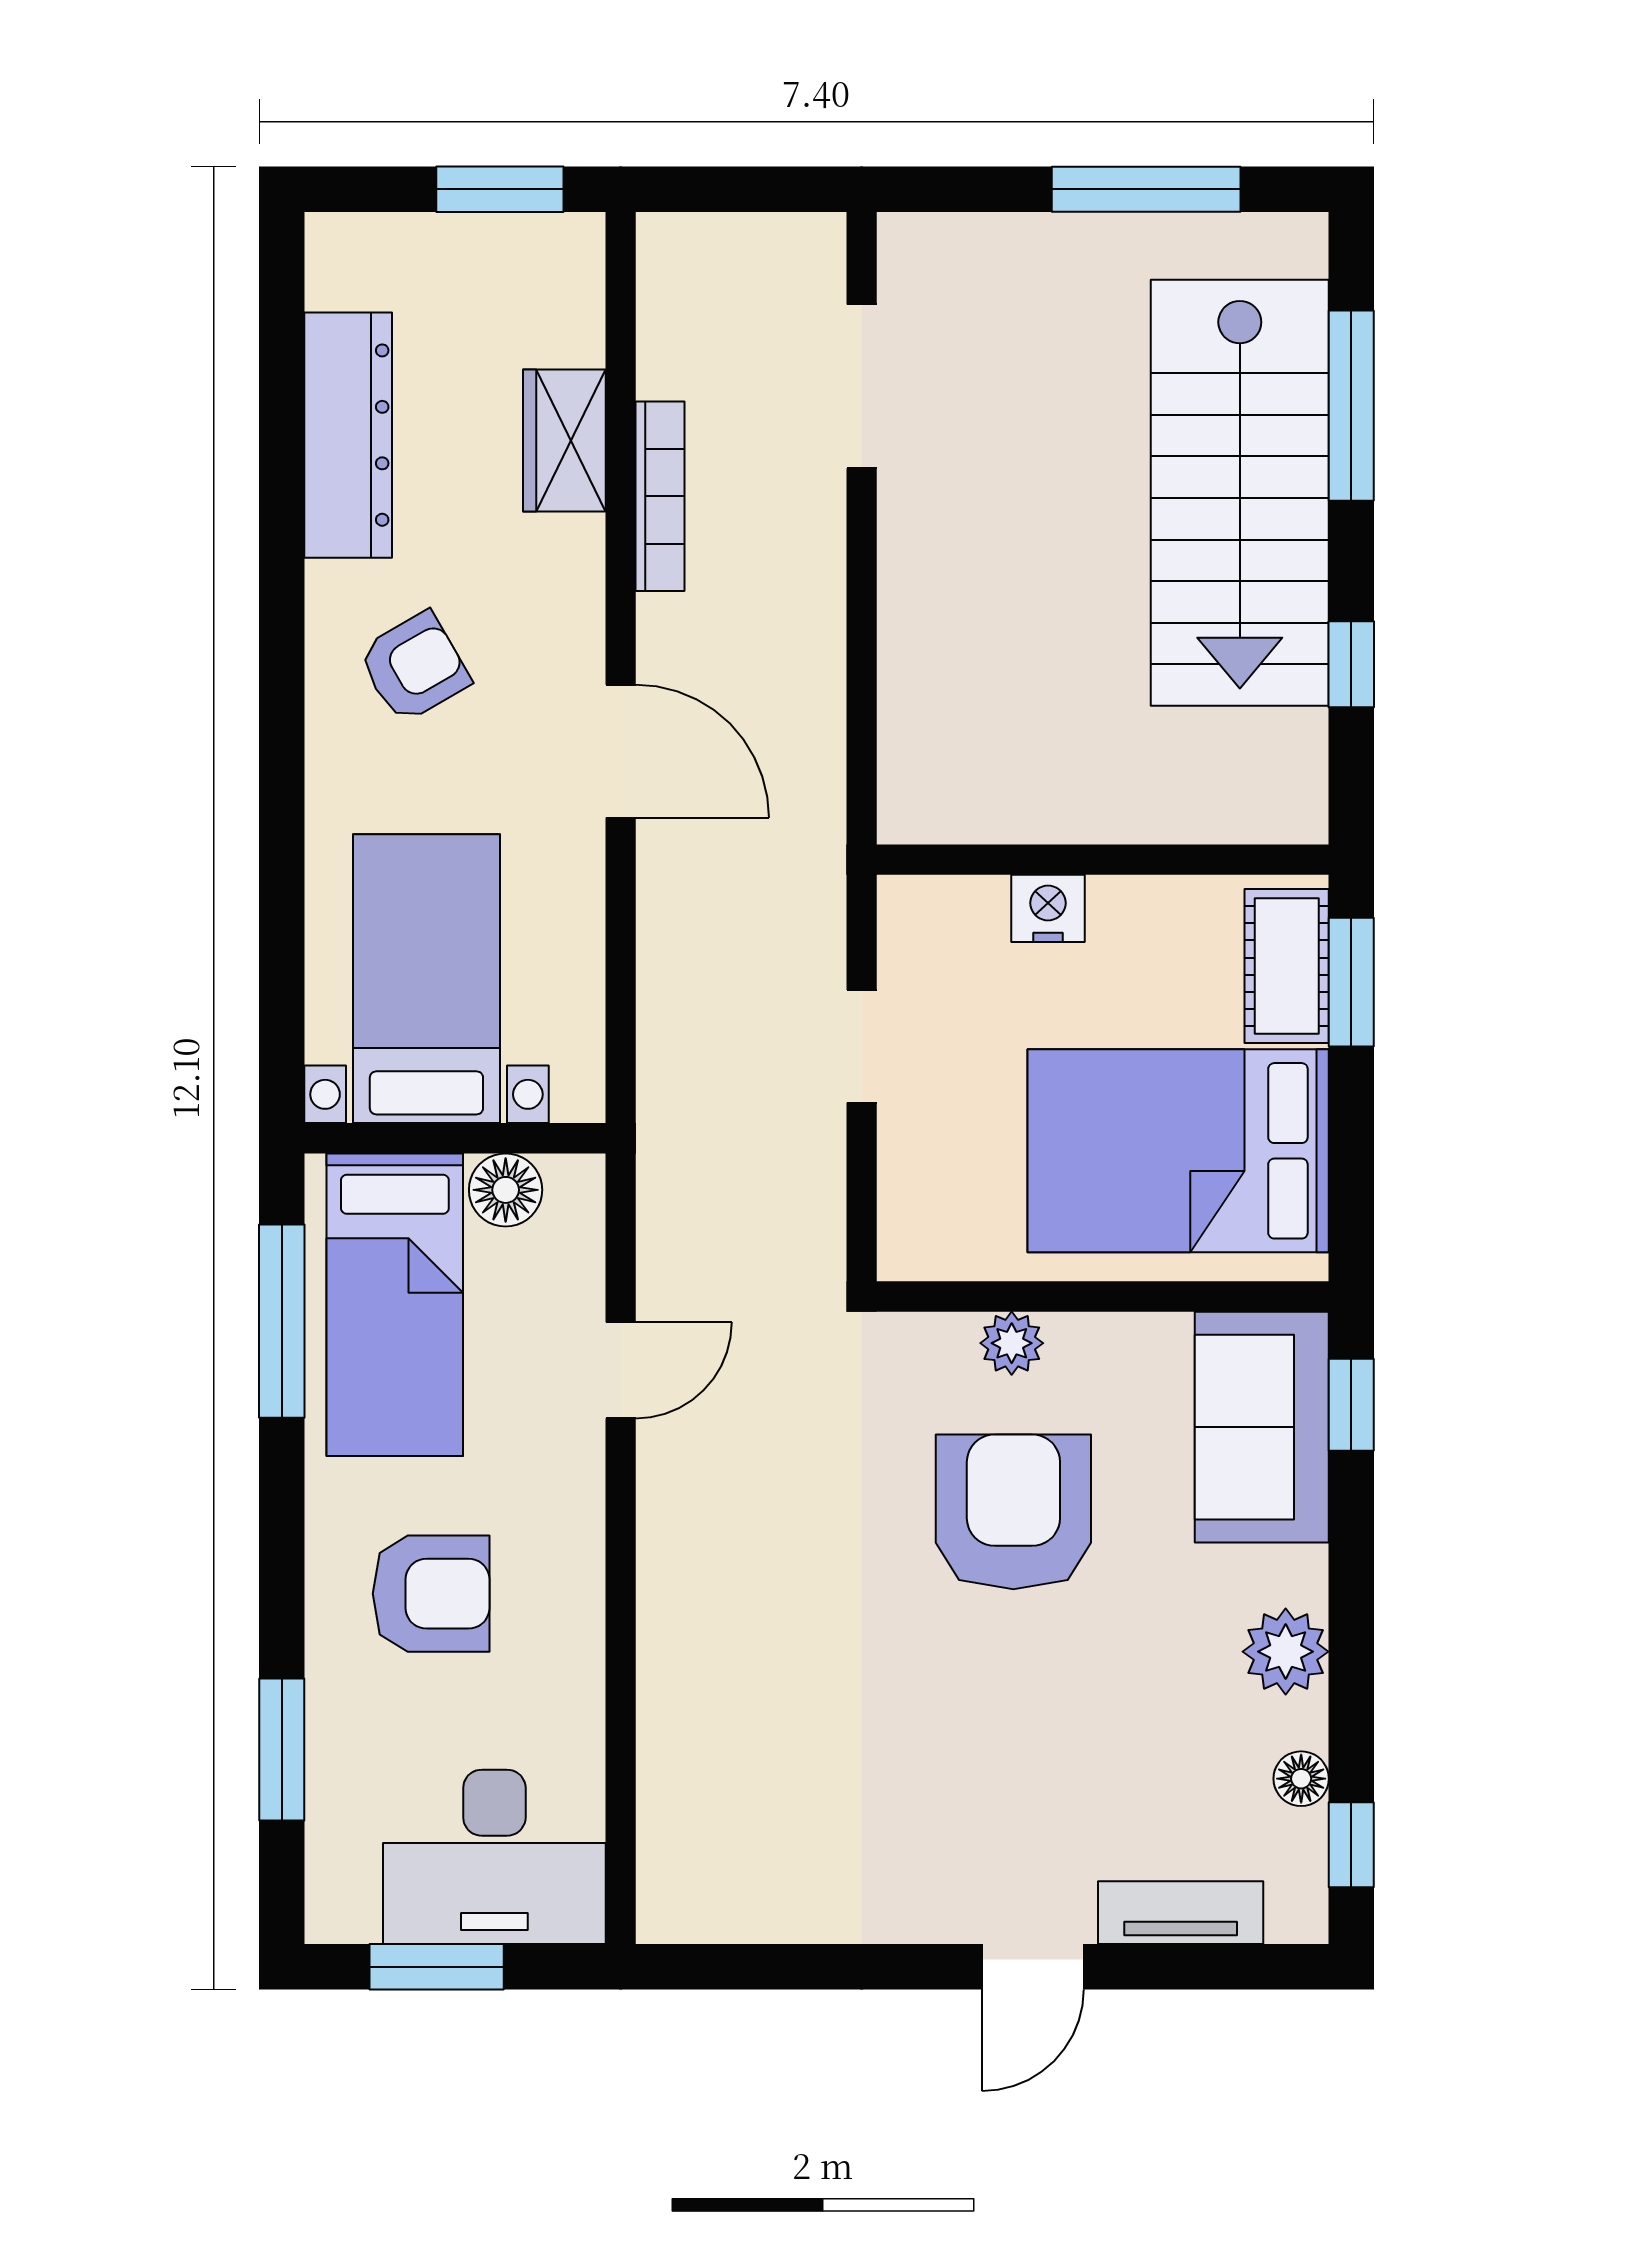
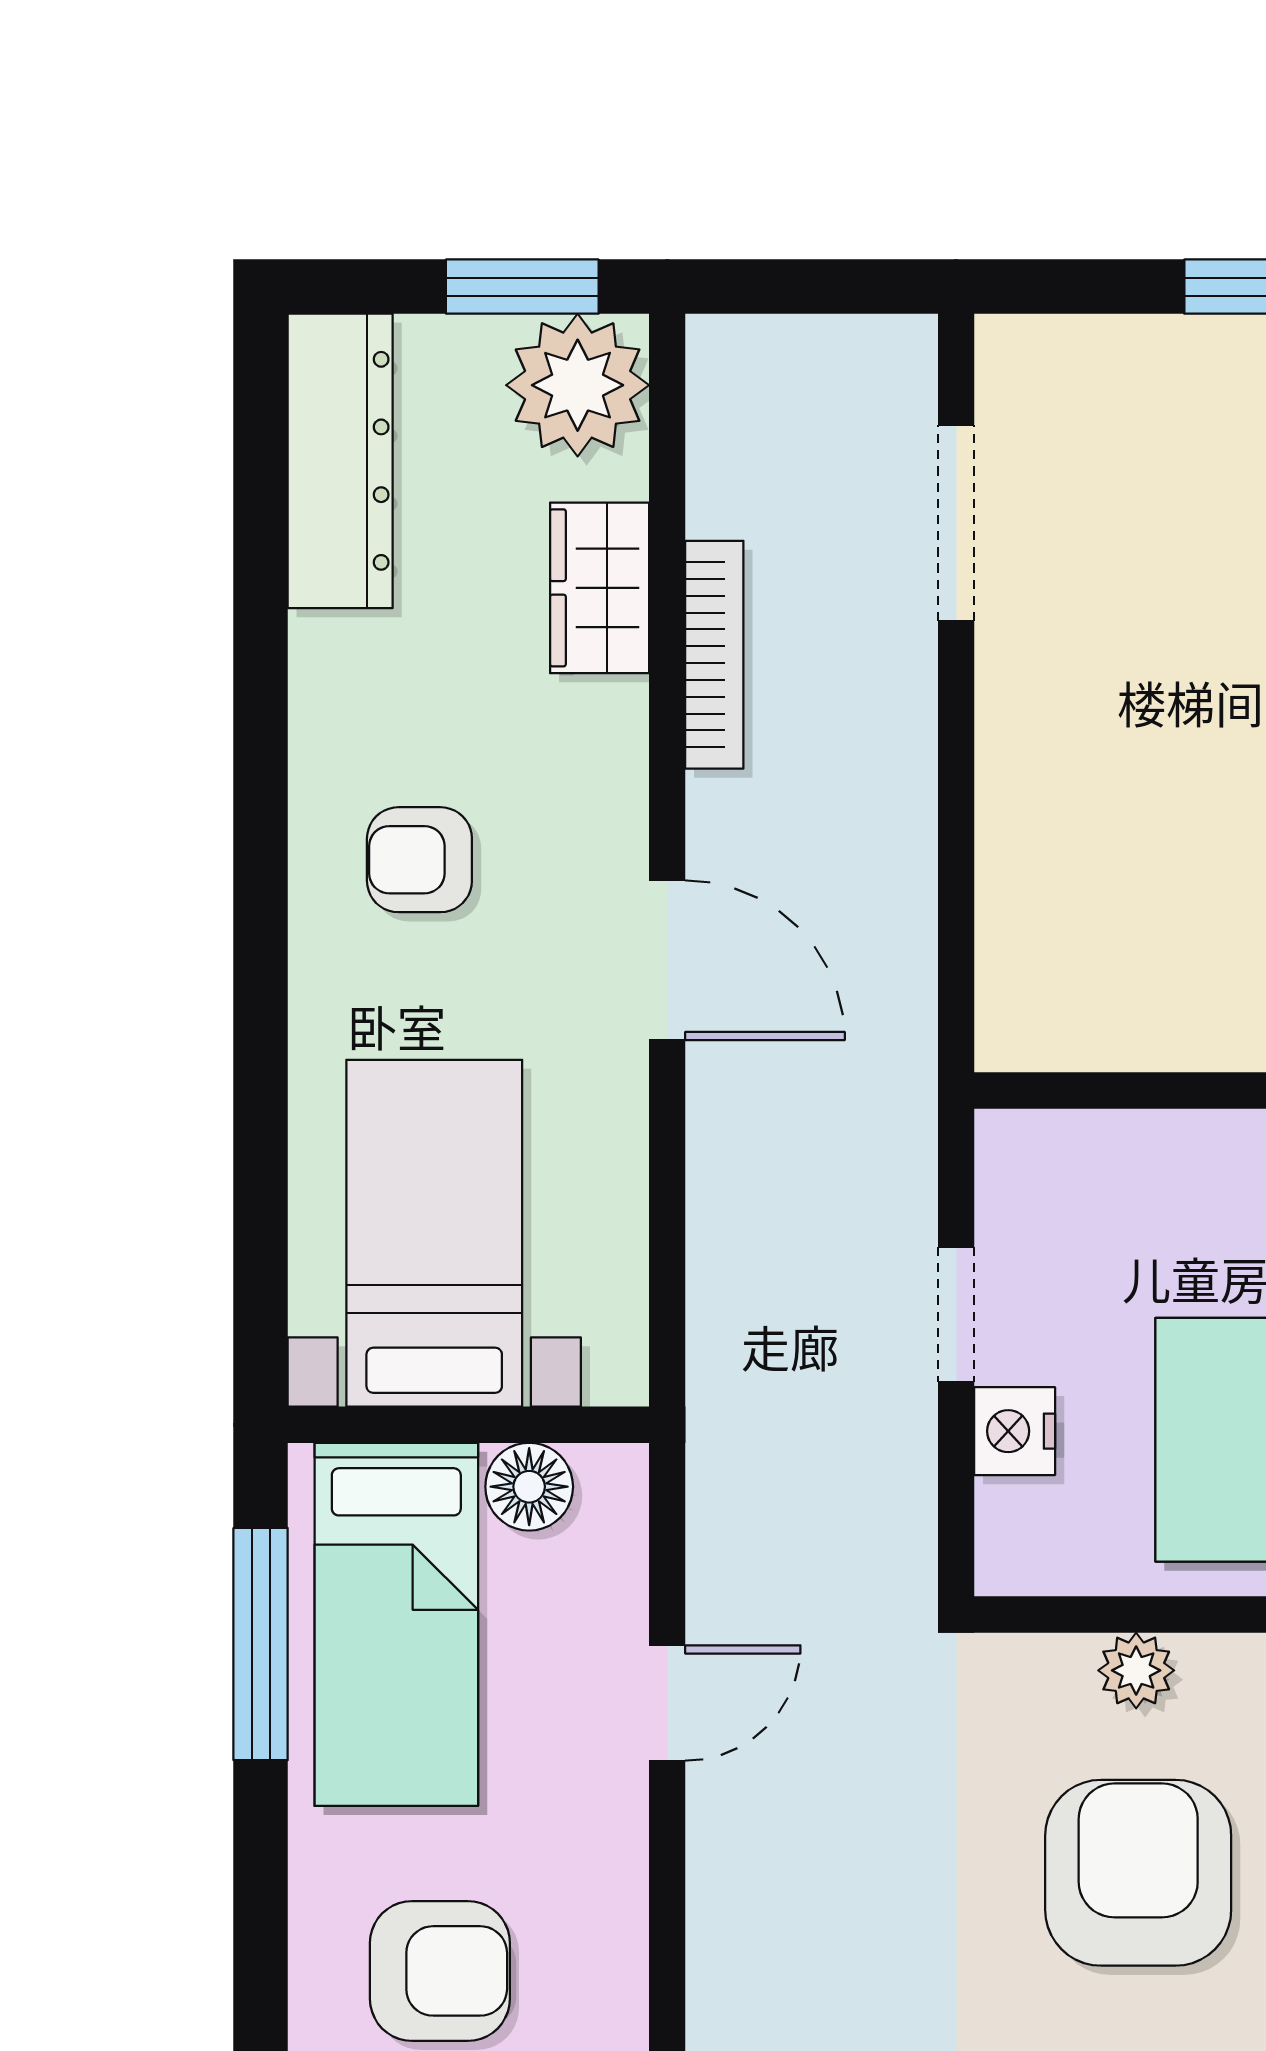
plant: (546, 271) -> (578, 385), added
dresser: (348, 435) -> (340, 461), moved
armchair: (414, 667) -> (419, 860), turned -150
nightstand: (1048, 908) -> (1015, 1431), moved, turned -90

